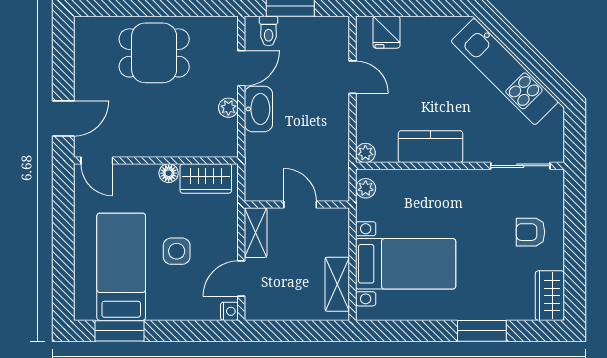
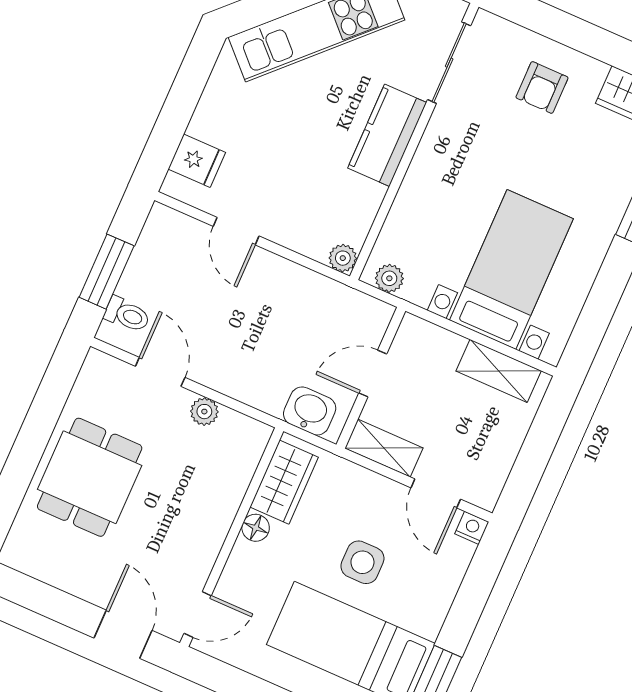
door: (353, 77) -> (236, 231), swing flipped
washbasin: (258, 109) -> (310, 411), moved, width x0.72
kitchen counter: (431, 147) -> (387, 135), moved

